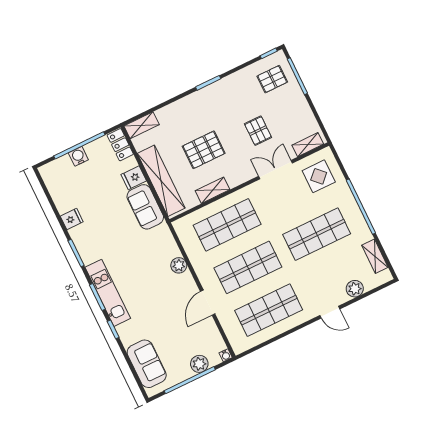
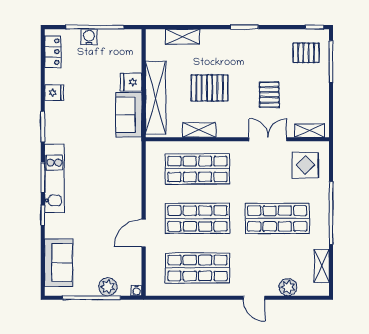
shelving: (142, 125) -> (182, 37), moved
locker: (120, 145) -> (53, 52), moved, turned 180
plant: (179, 265) -> (134, 185), removed

